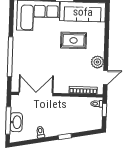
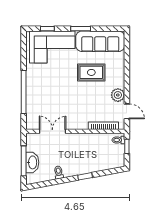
door: (105, 77) -> (127, 111), hinge flipped
double door: (36, 94) -> (52, 131), width x0.73

